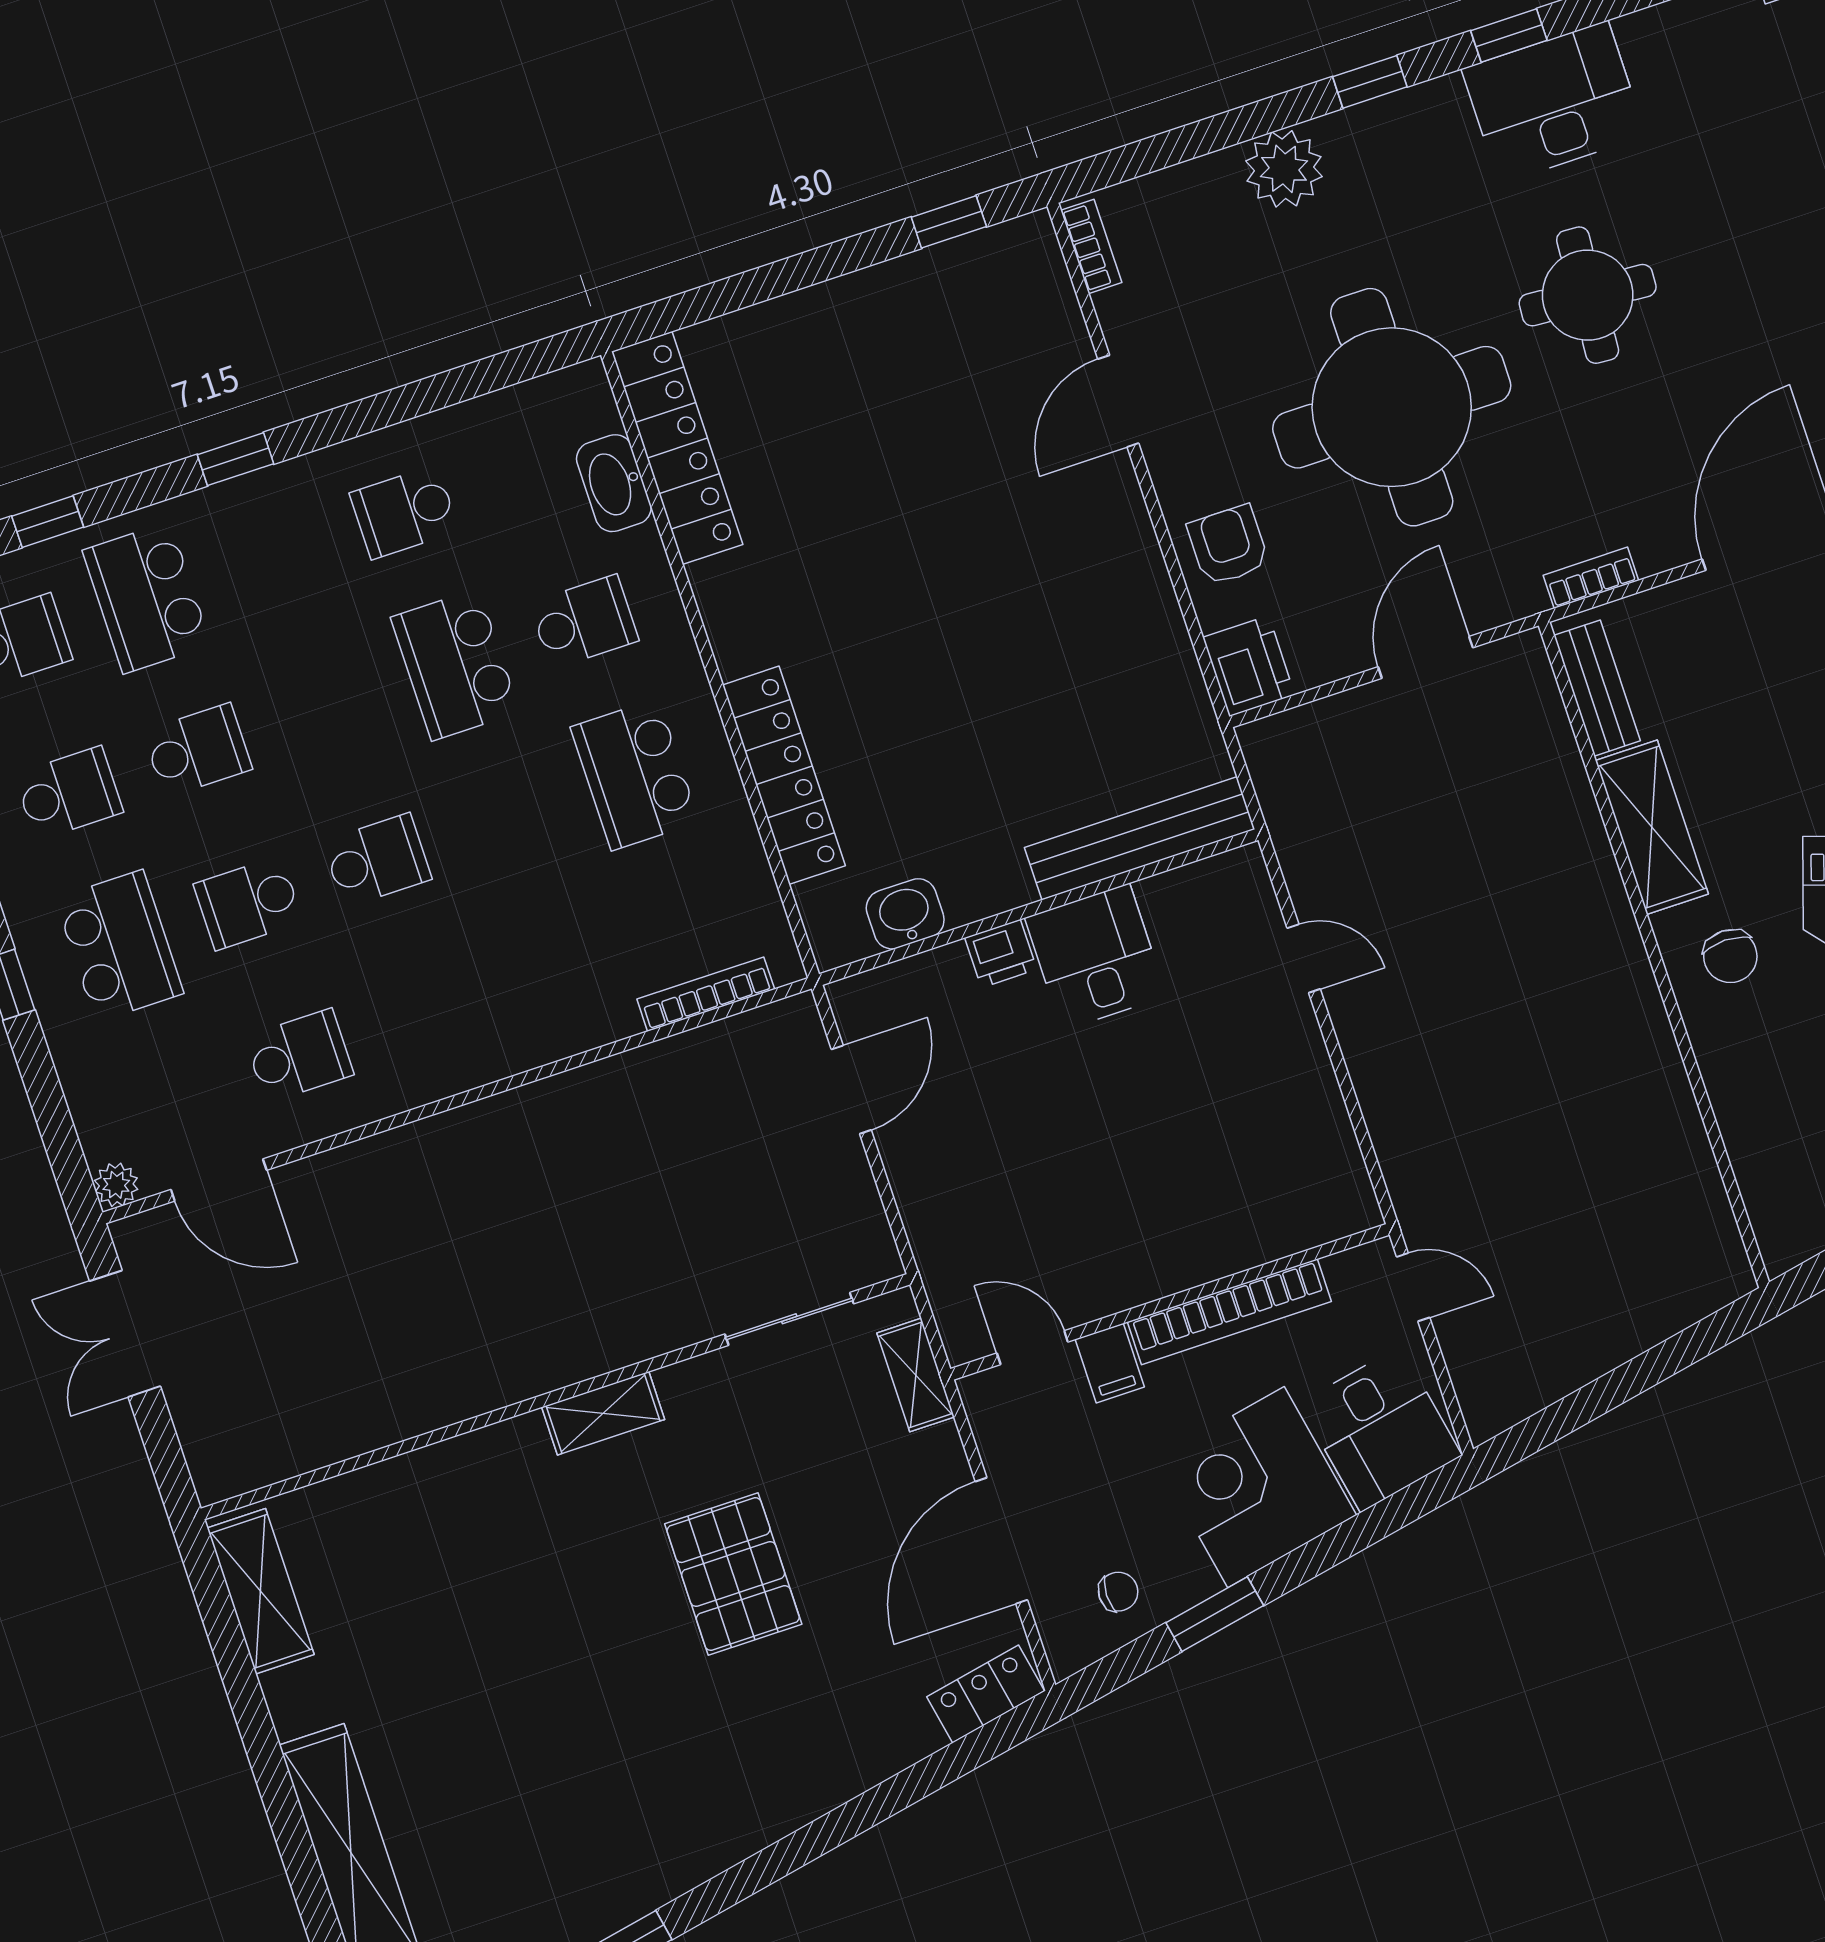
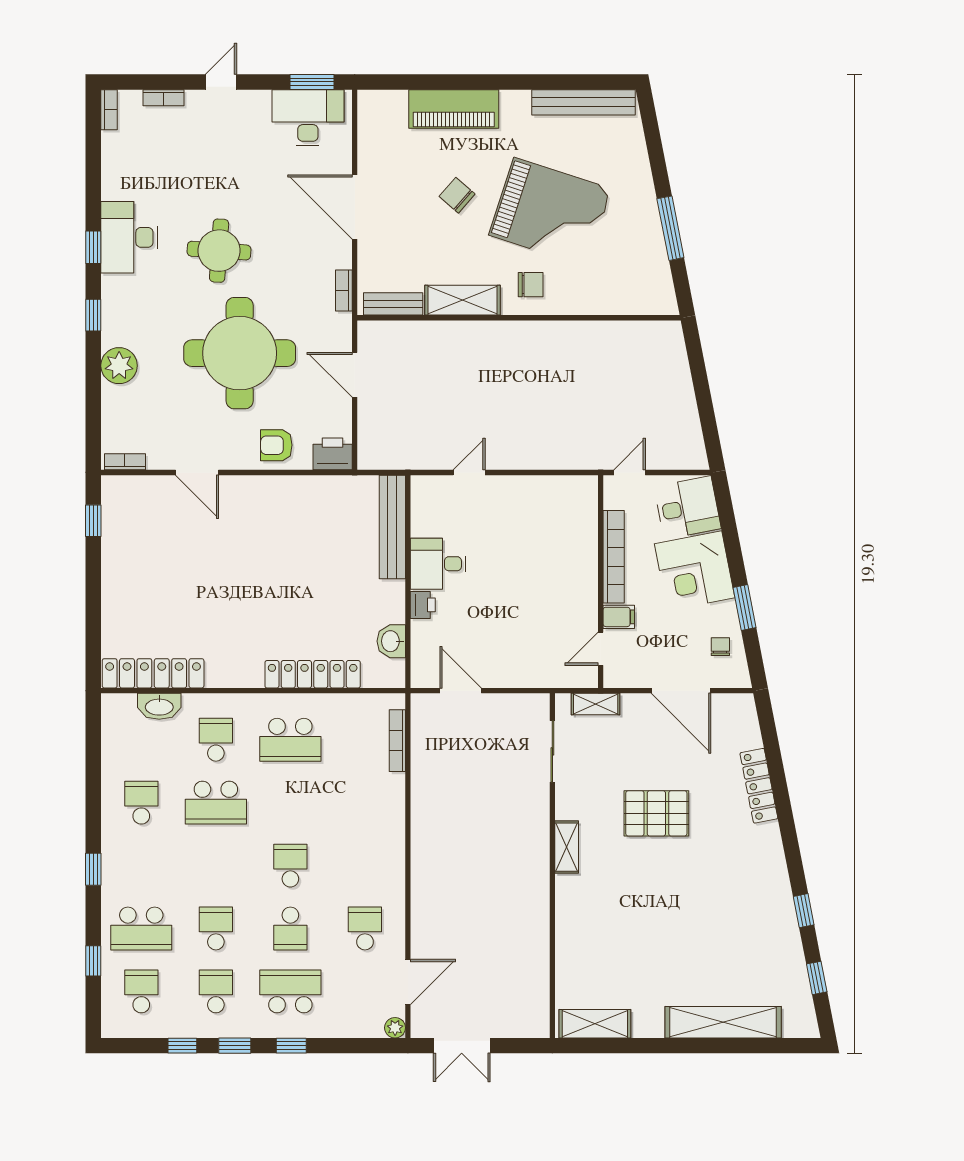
school desk: (404, 512) -> (141, 803), turned 180
locker: (986, 1694) -> (759, 786), moved, width x1.53

